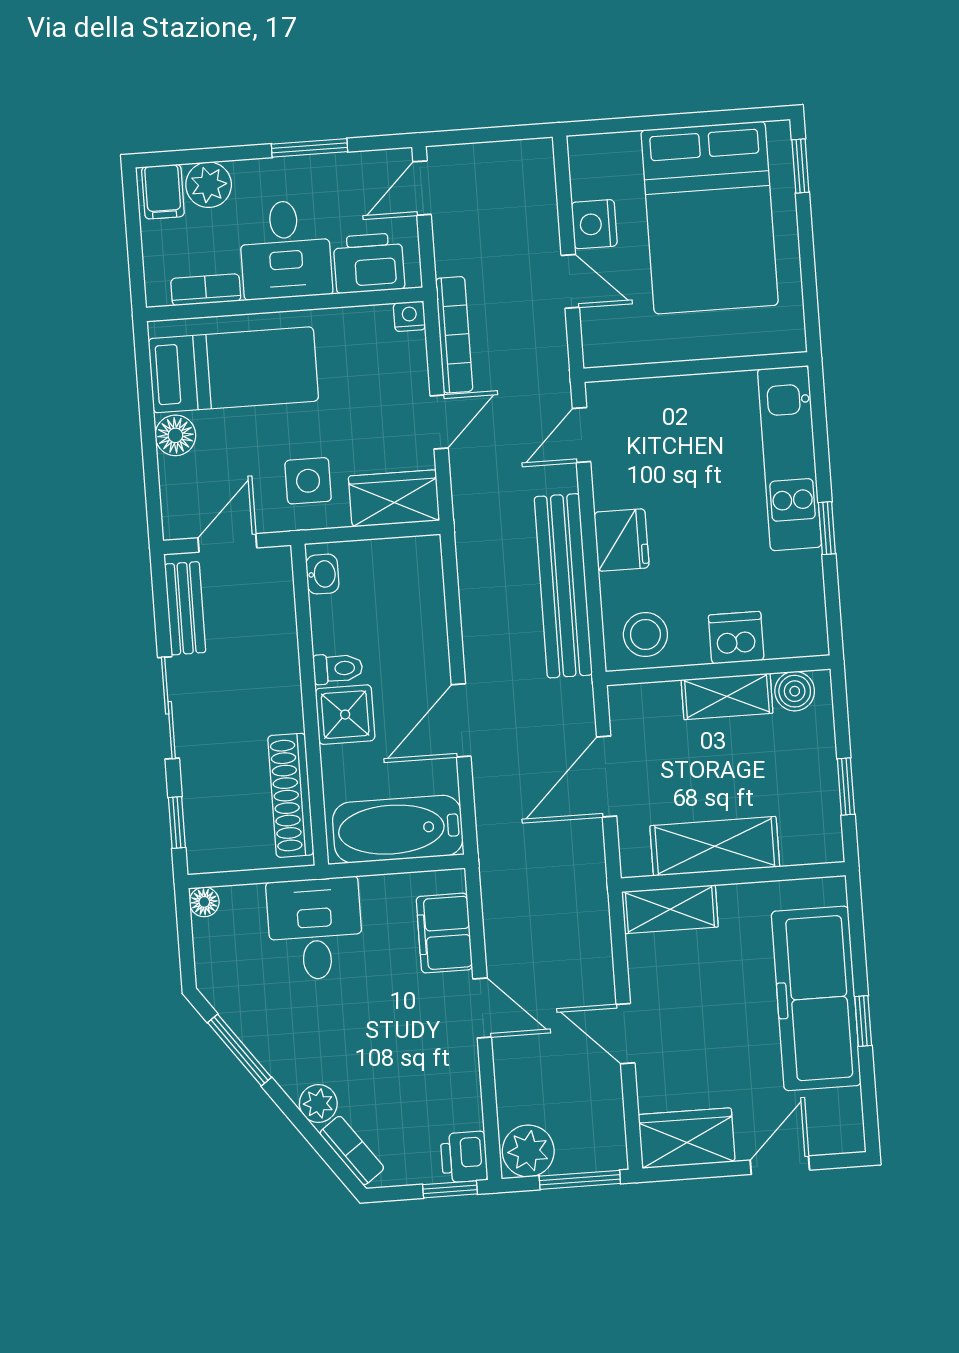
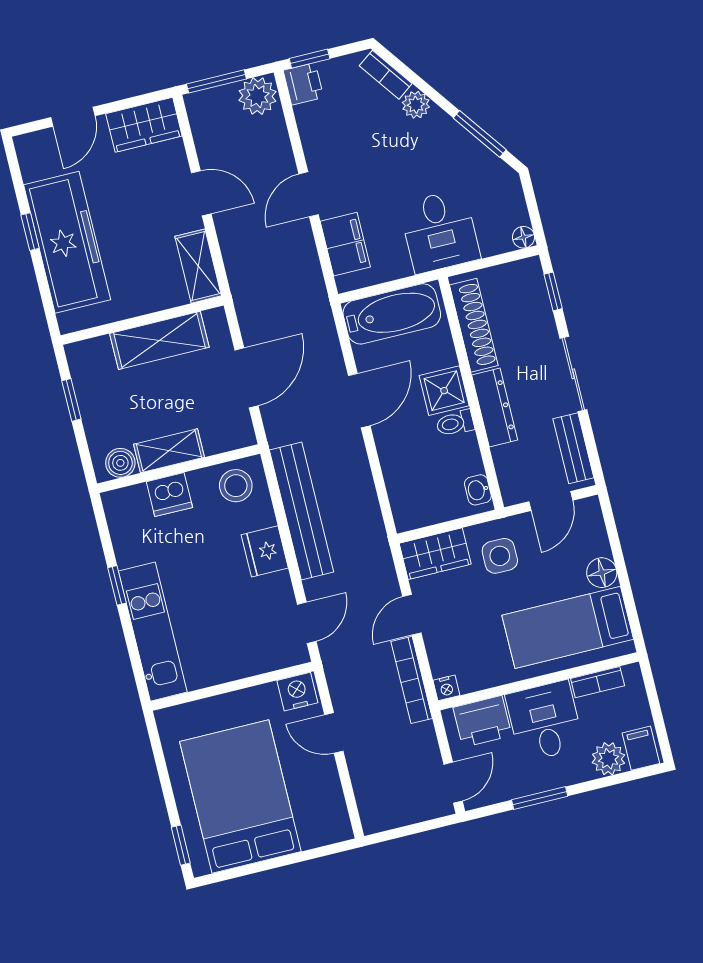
nightstand: (594, 224) -> (297, 692), moved, turned -90
dresser: (281, 681) -> (495, 407), added
shelving: (670, 909) -> (198, 266), moved, turned 90
door: (482, 1008) -> (309, 194), hinge flipped

